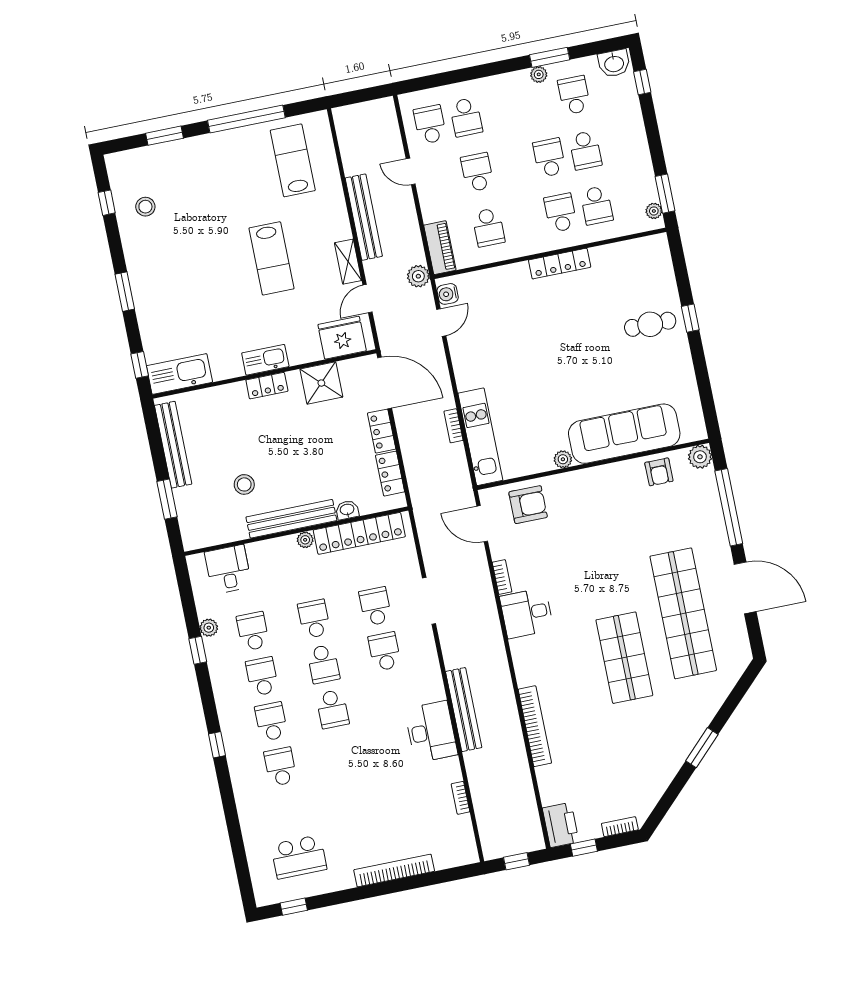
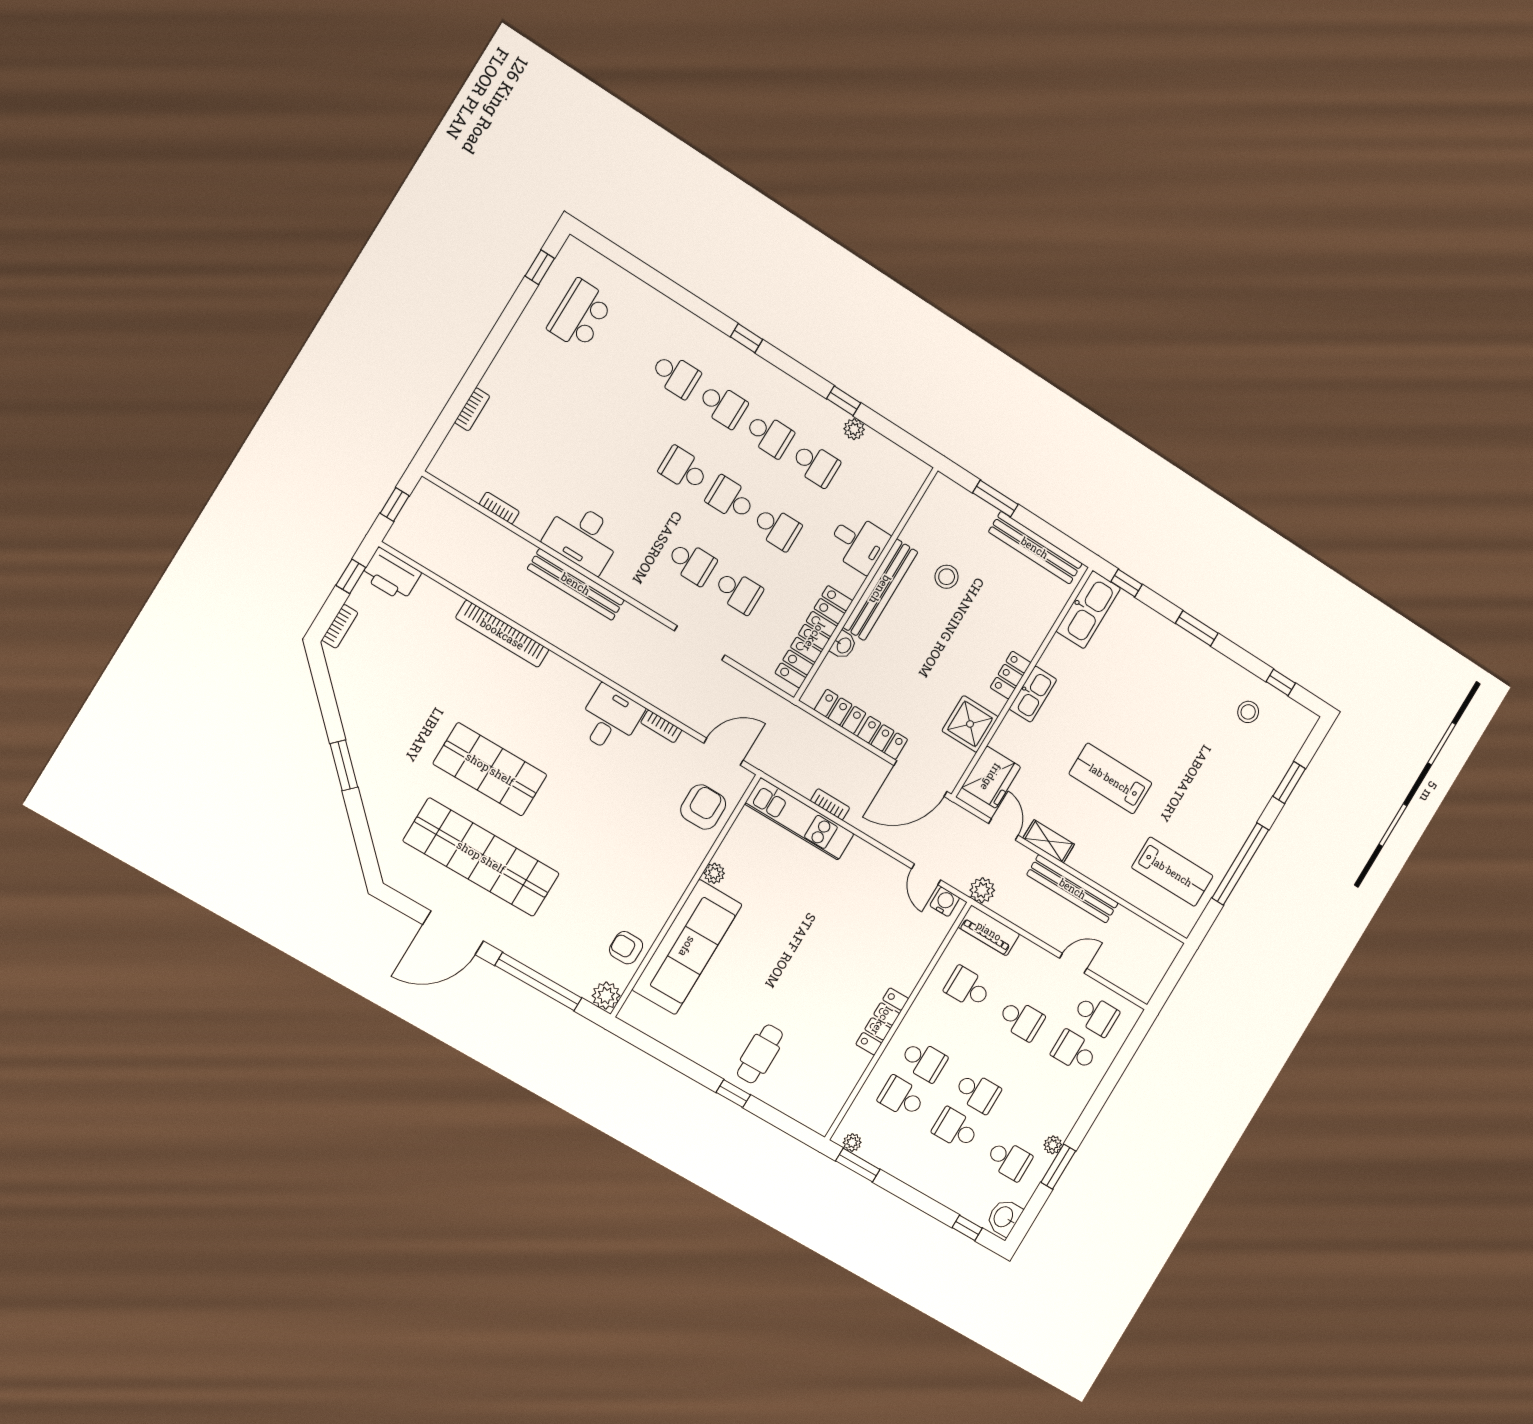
armchair: (528, 505) -> (703, 807), turned 180
plant: (305, 540) -> (852, 585), removed
desk: (228, 569) -> (858, 543), moved
bookcase: (394, 871) -> (472, 409), width x0.43, depth x0.76

